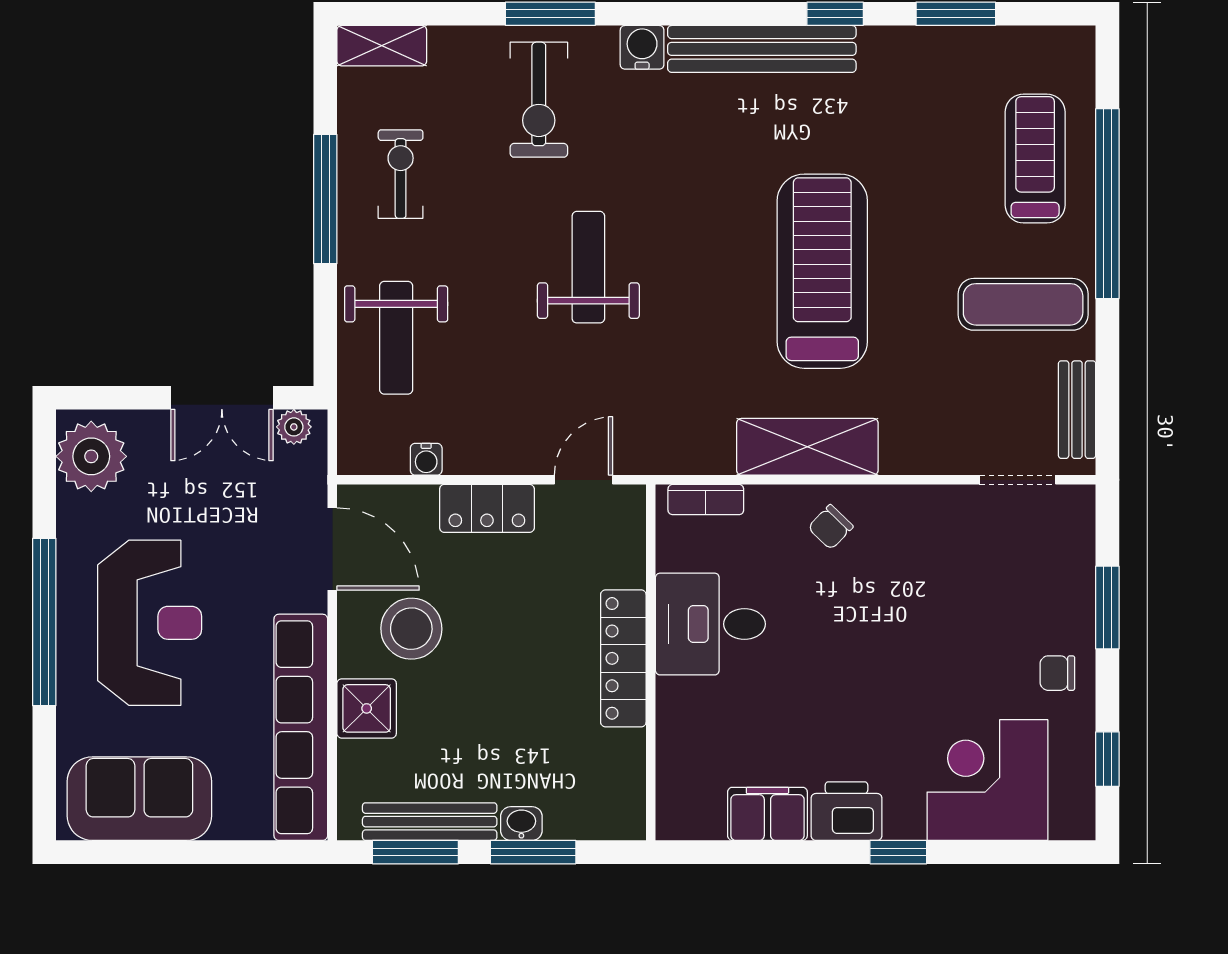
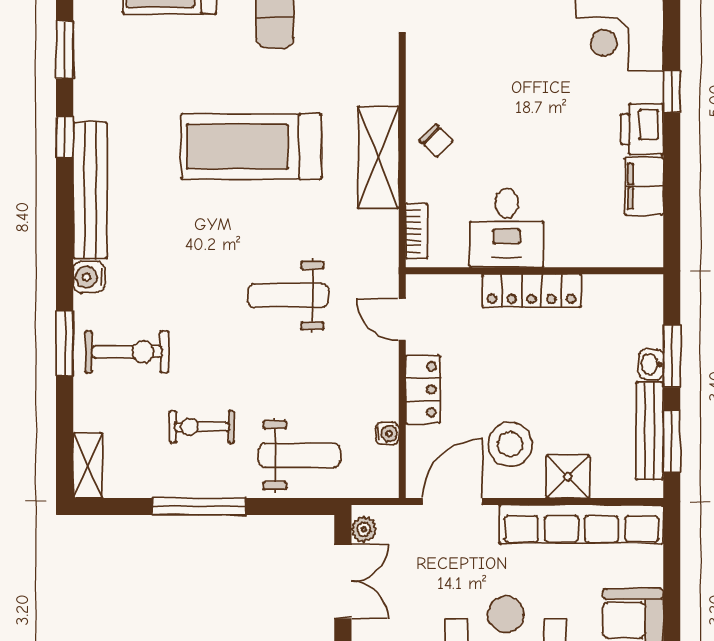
exercise bike: (401, 174) -> (202, 427), moved
weight bench: (588, 267) -> (288, 295), moved

